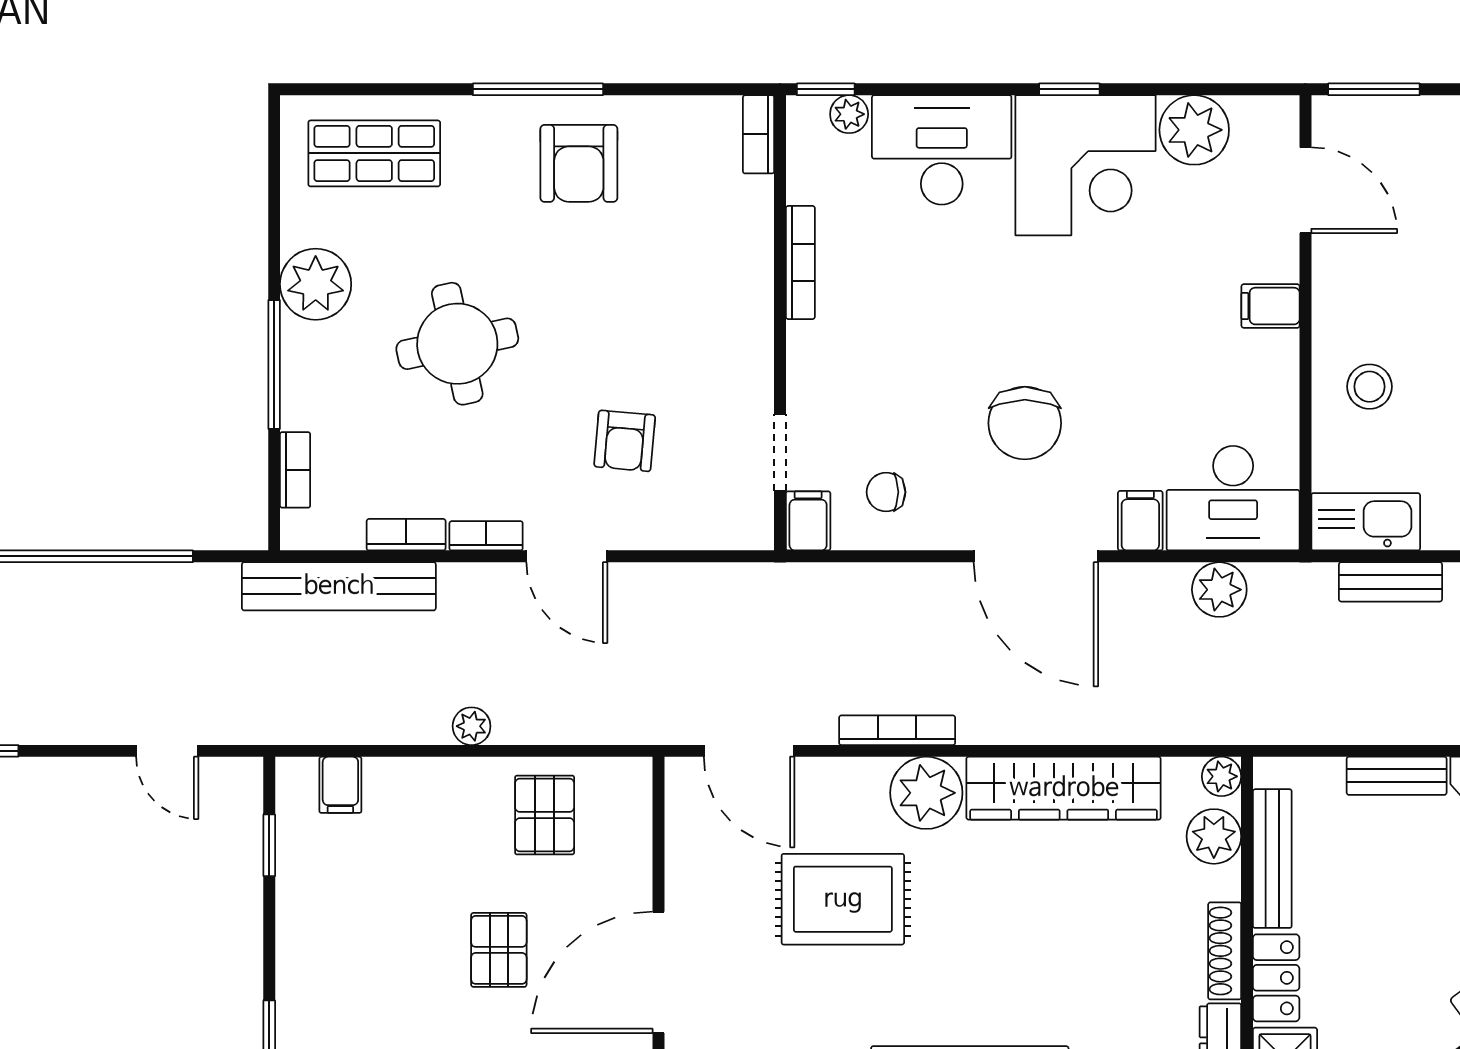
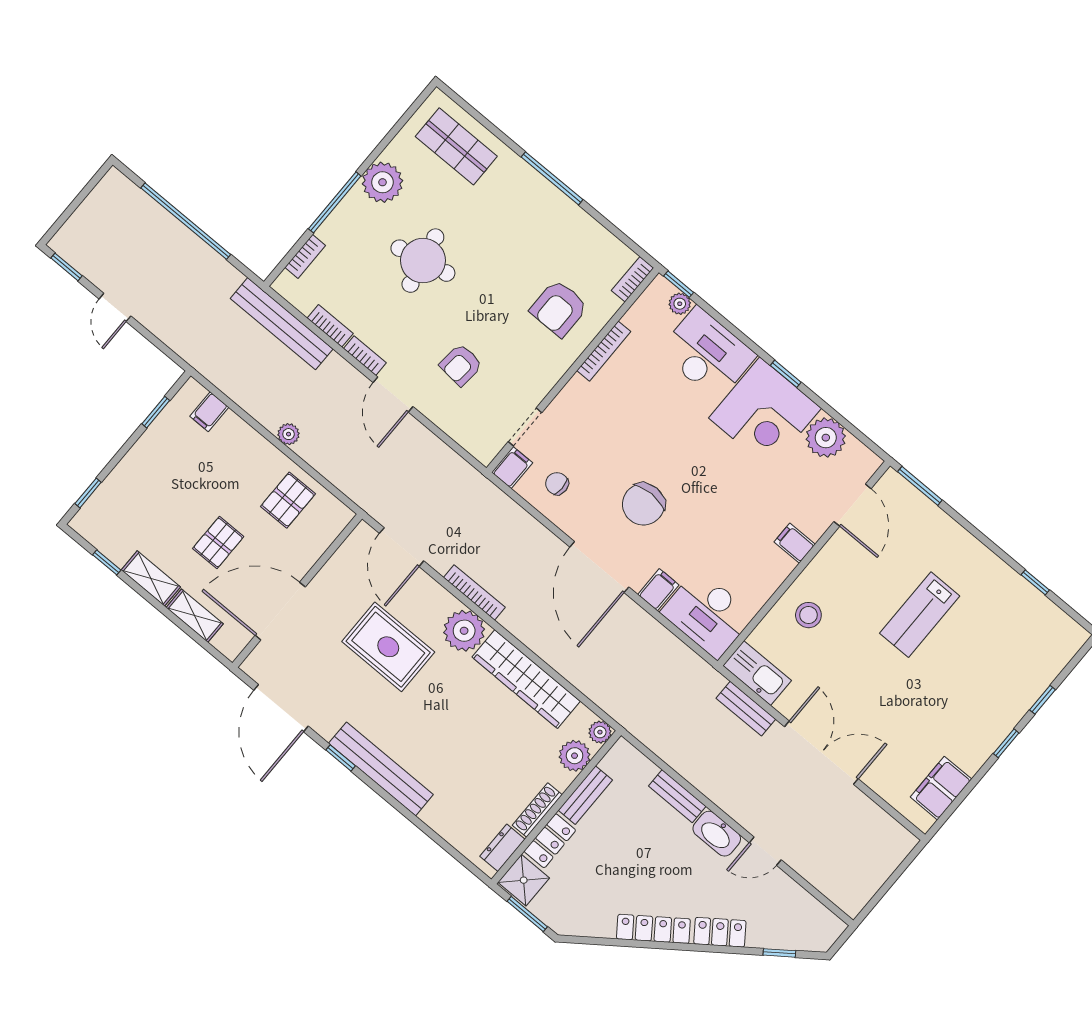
armchair: (579, 163) -> (559, 308), moved
plant: (1219, 590) -> (668, 649), removed
door: (167, 751) -> (115, 307), moved
bench: (1272, 859) -> (585, 795), width x0.73

